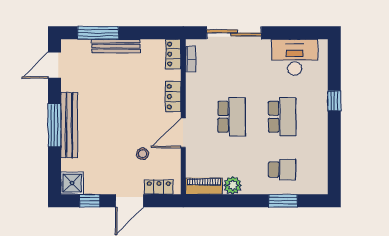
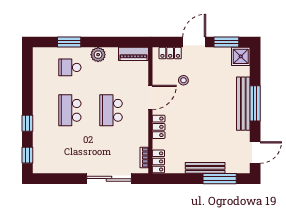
desk: (295, 57) -> (60, 159), removed
window: (334, 62) -> (27, 155), added
plant: (233, 185) -> (98, 55), moved
window: (90, 201) -> (226, 42), width x1.50

